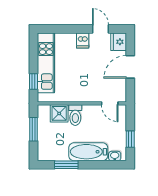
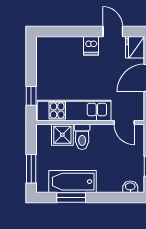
kitchen unit: (46, 63) -> (74, 111), moved, turned -90
window: (34, 129) -> (31, 169), moved
bathtub: (88, 152) -> (72, 182), moved

